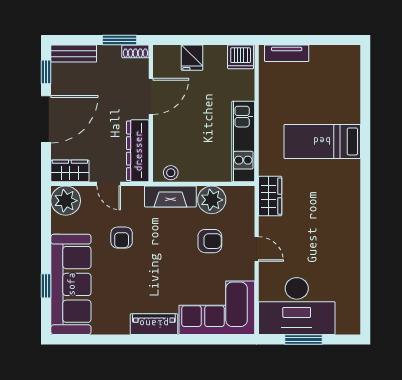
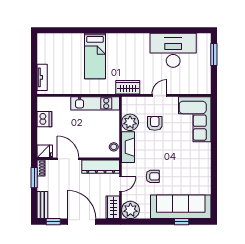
dishwasher: (241, 57) -> (44, 119), moved
fridge: (192, 58) -> (45, 151), moved
desk: (297, 306) -> (173, 50), moved, turned -90
piano: (154, 324) -> (205, 157), removed
window: (303, 340) -> (214, 55), moved

